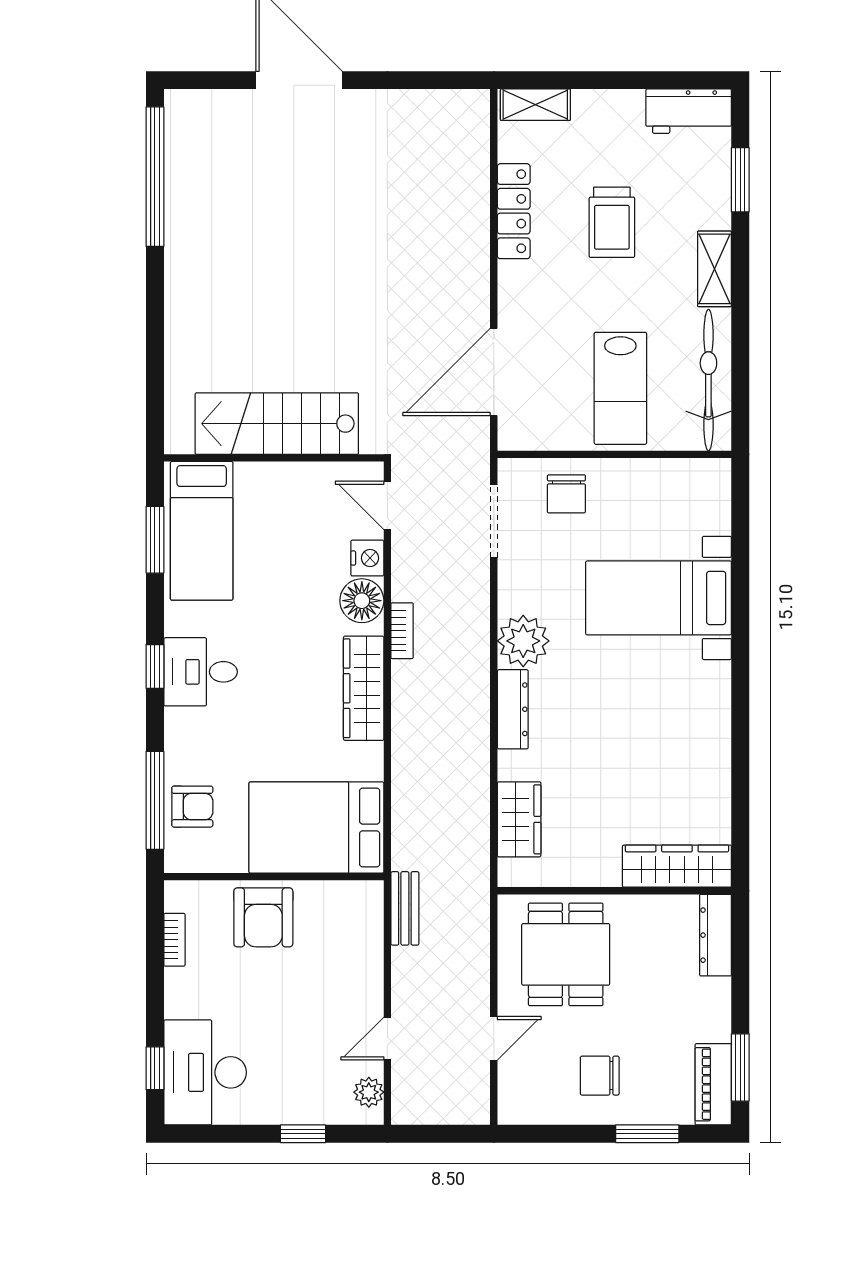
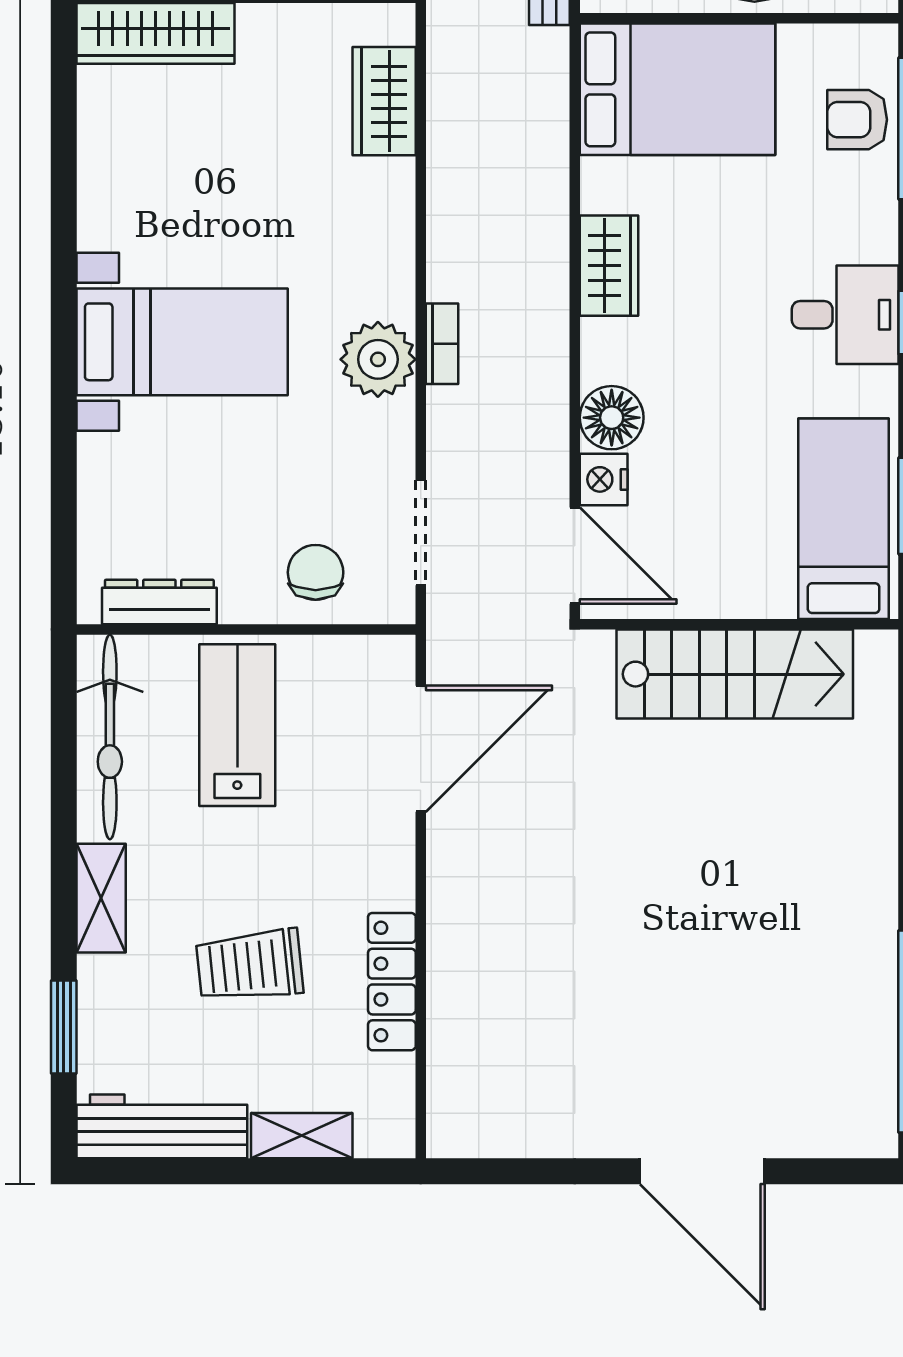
shelving: (535, 105) -> (302, 1136), moved
workbench: (689, 111) -> (162, 1126), width x1.38
trolley: (612, 222) -> (250, 965), turned -96
door: (387, 505) -> (575, 556), width x1.38
bed with nightstands: (659, 598) -> (182, 342), moved
bookcase: (402, 631) -> (442, 344), moved, turned 180
wardrobe: (364, 688) -> (609, 266), width x0.67
dresser: (513, 709) -> (159, 602), moved, turned 90

